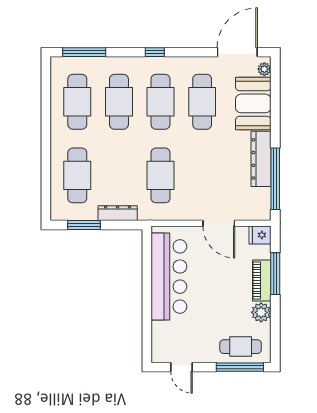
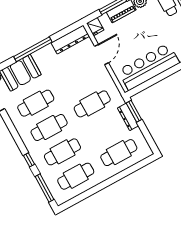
window: (155, 52) -> (29, 160), moved
dresser: (261, 159) -> (70, 40), moved
window: (275, 179) -> (33, 49), moved
window: (84, 225) -> (134, 111), moved

